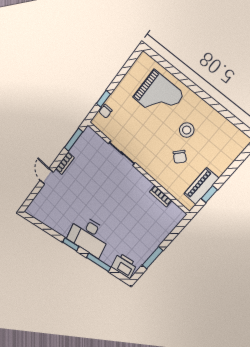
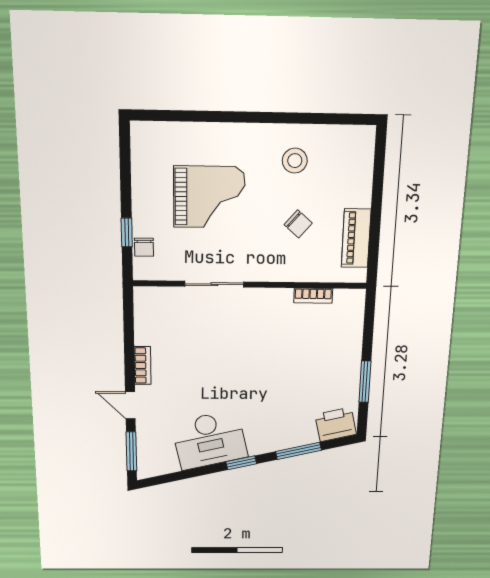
grand piano: (158, 96) -> (209, 197), moved
stool: (187, 130) -> (295, 161), moved
window: (73, 140) -> (131, 451), moved
window: (209, 194) -> (374, 240), removed
desk: (88, 236) -> (209, 440), moved

